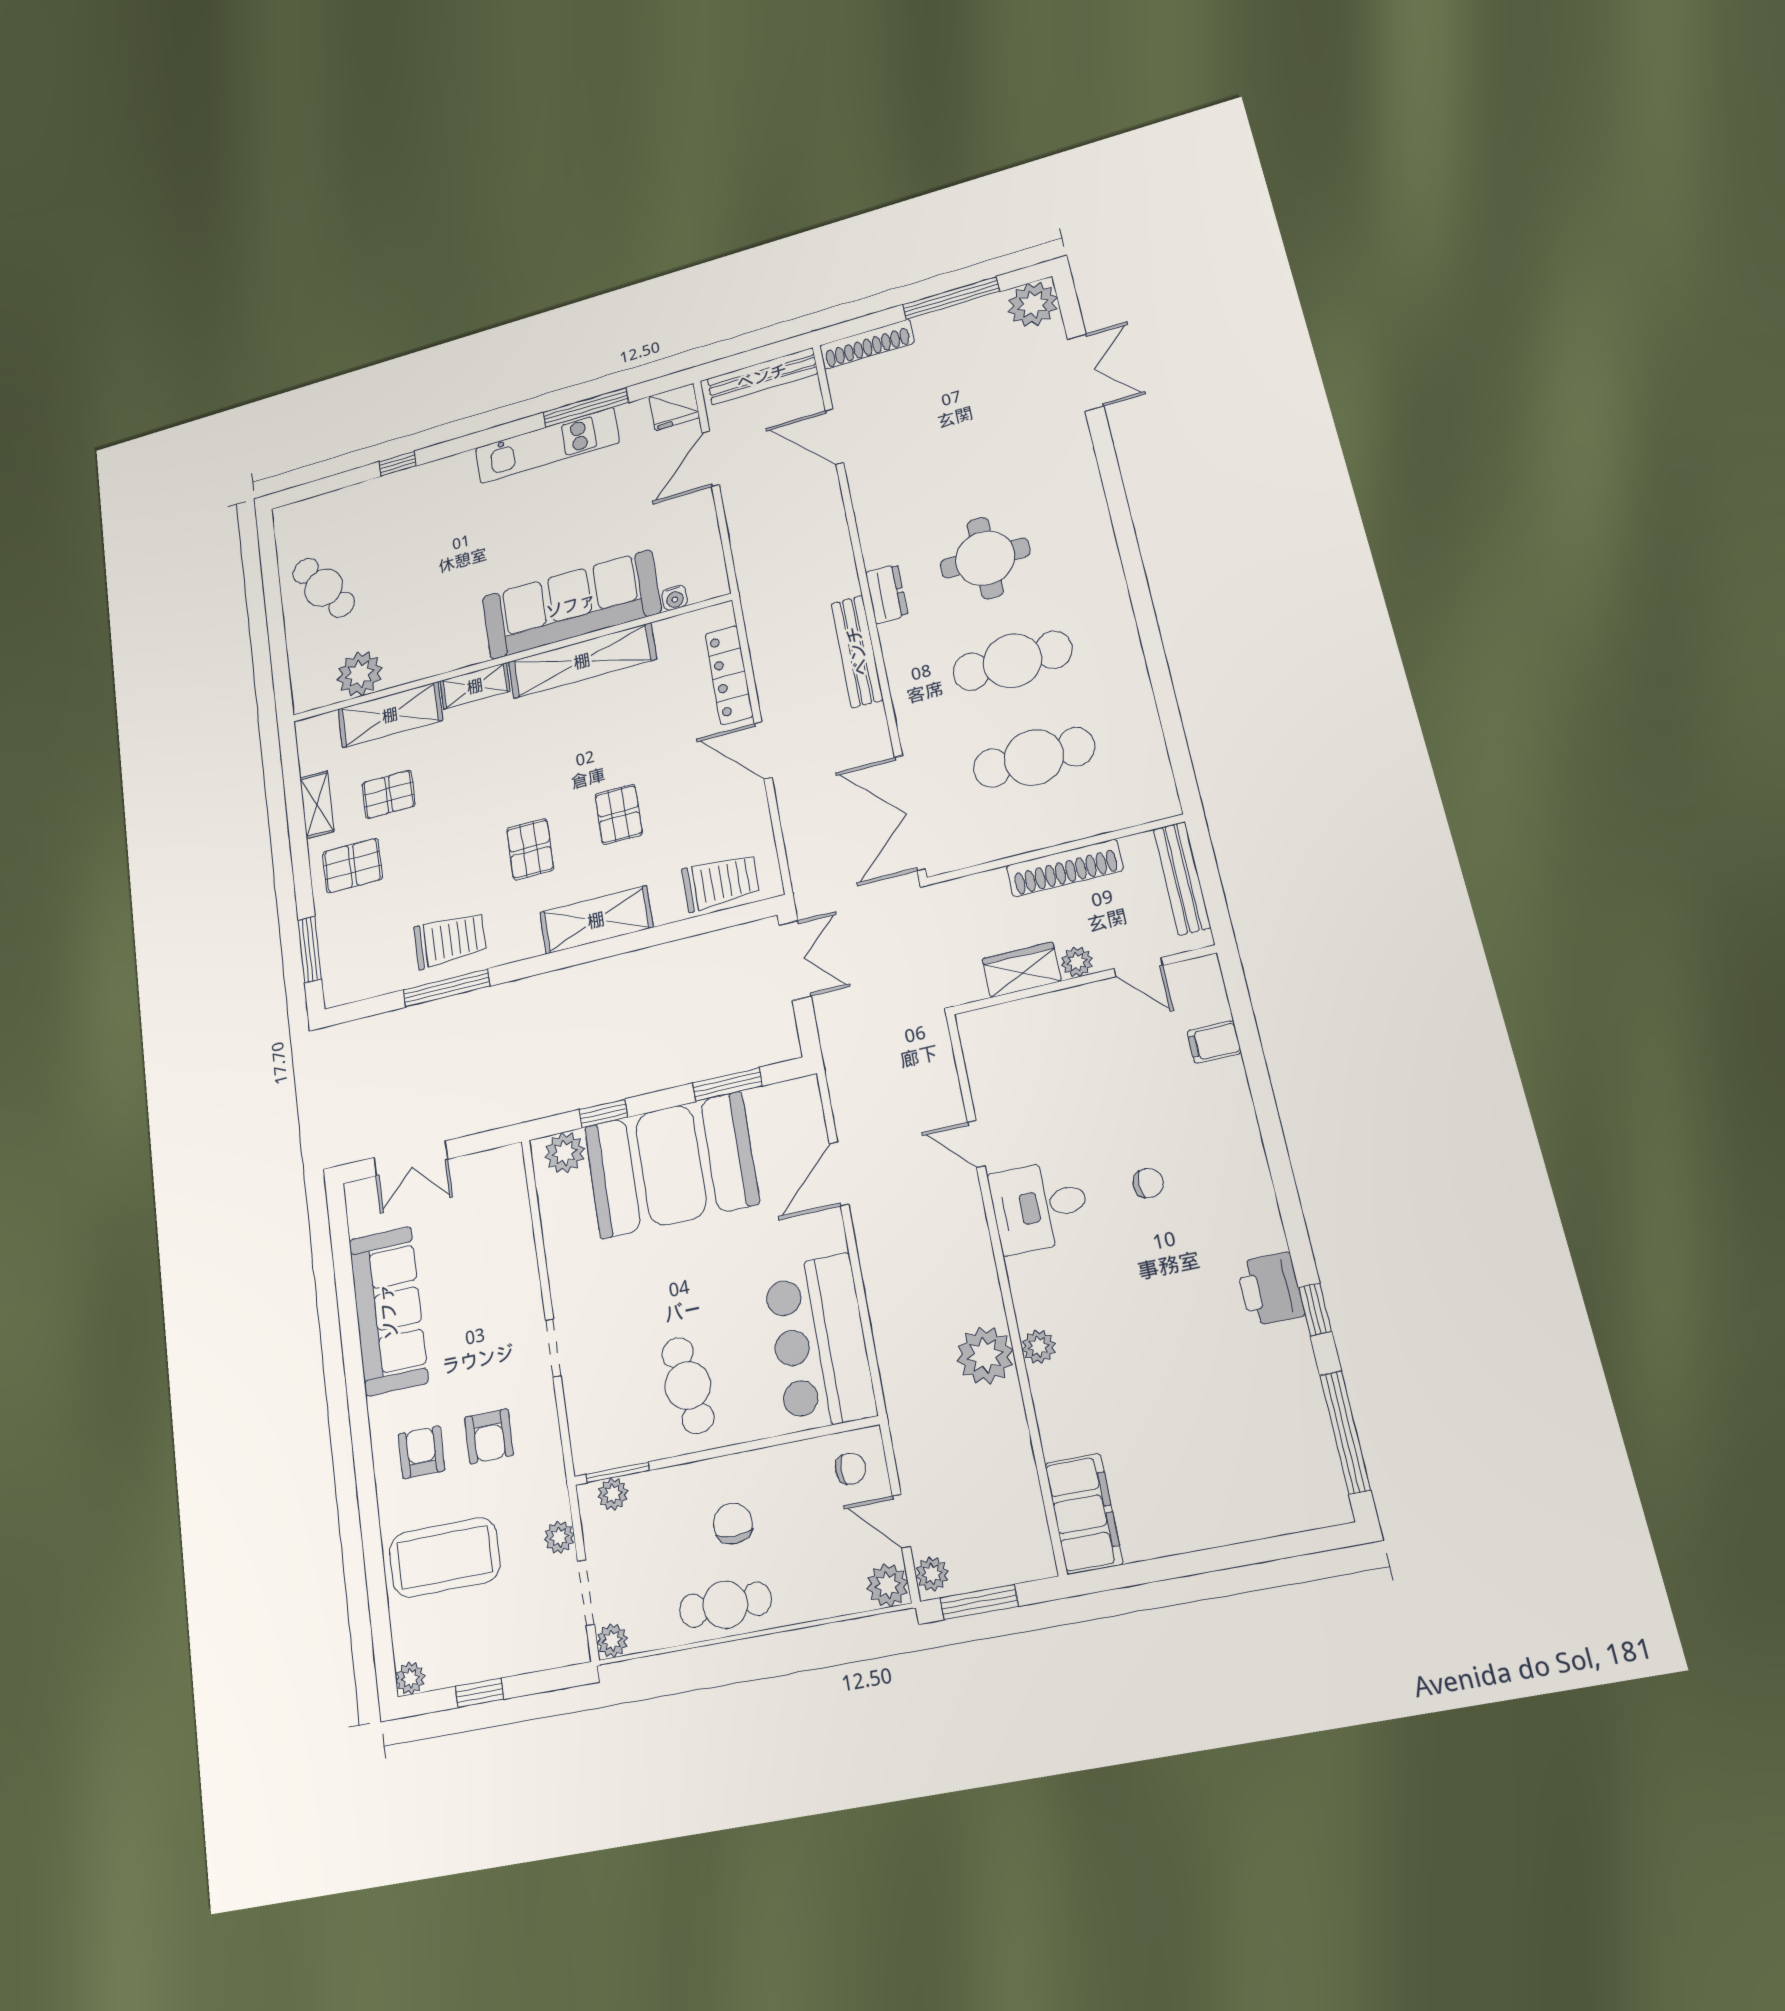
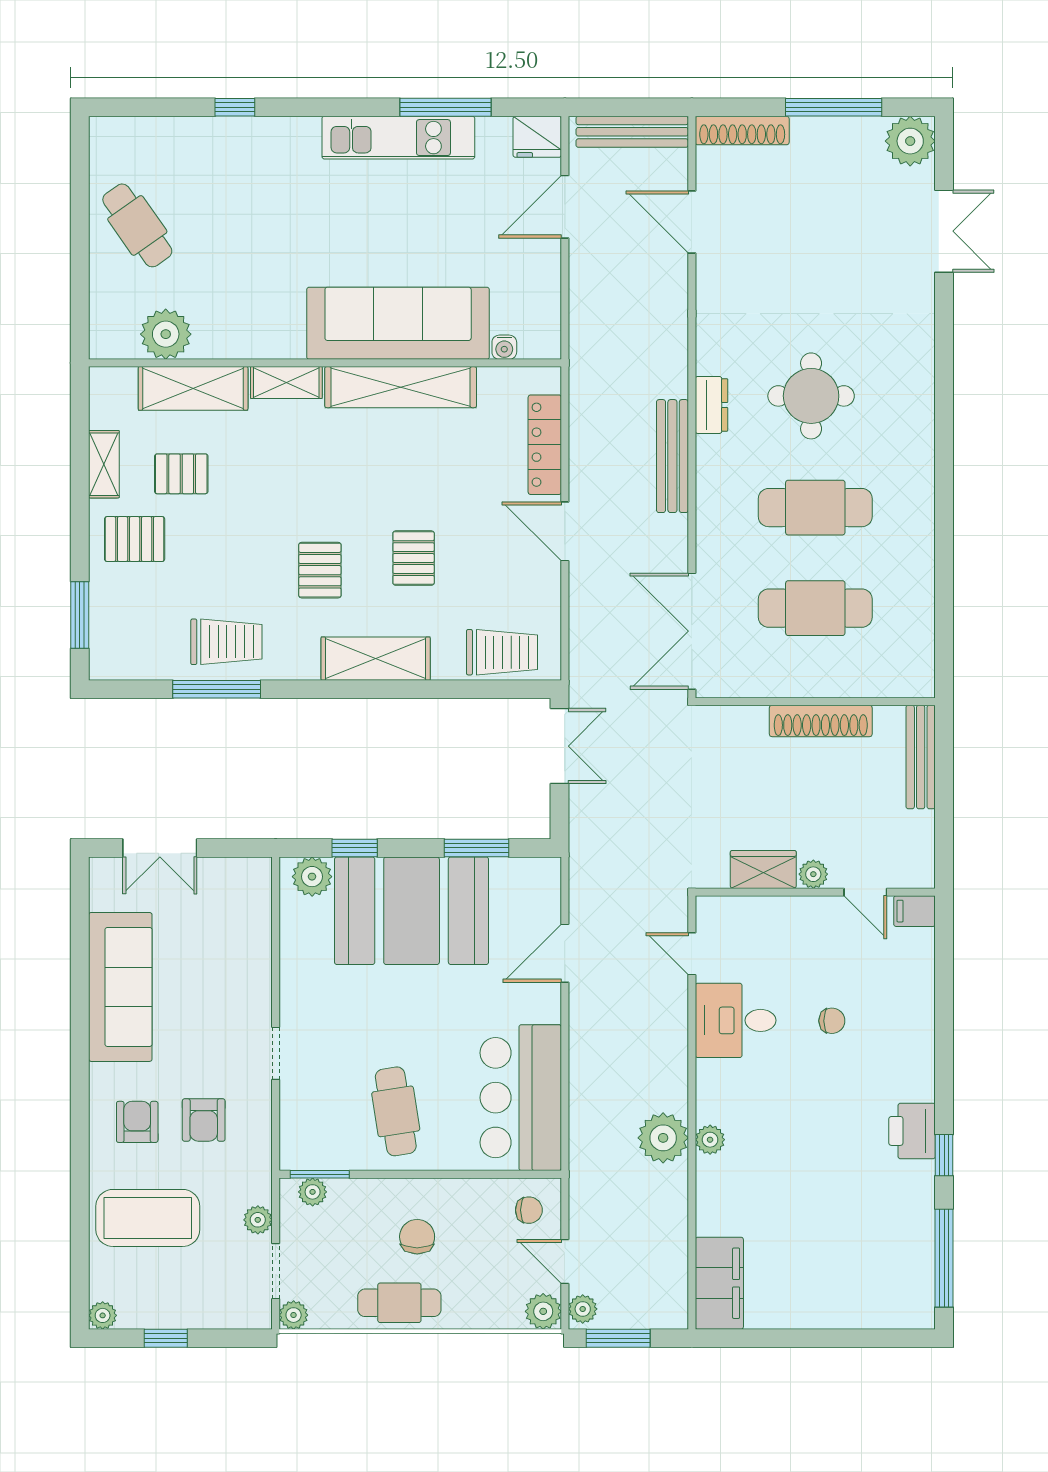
plant: (1077, 962) -> (813, 874), moved
door: (1138, 967) -> (865, 892), moved
wardrobe: (1022, 970) -> (763, 869), moved
wall: (1083, 980) -> (815, 892), moved

